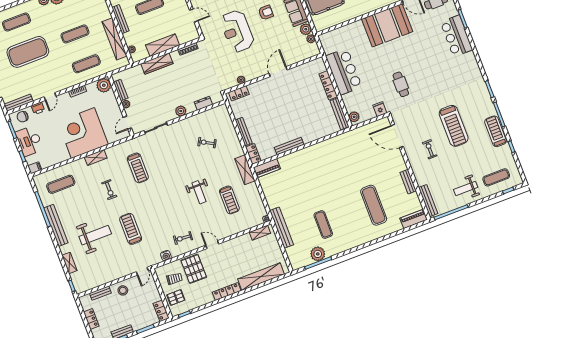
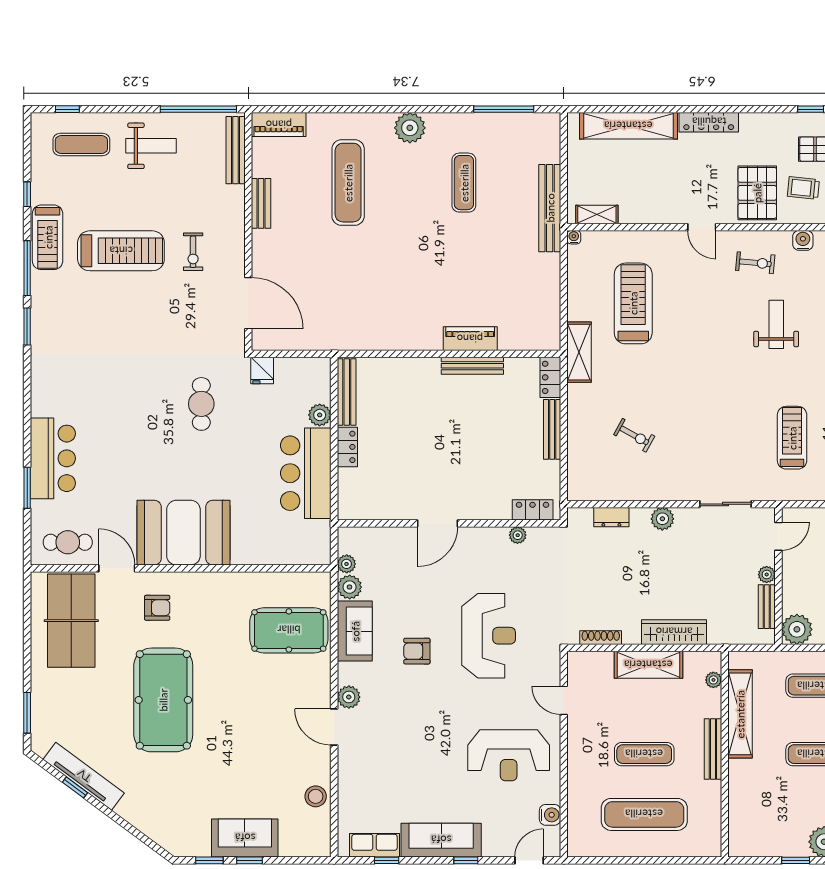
locker: (328, 85) -> (347, 447), width x0.66
plant: (354, 117) -> (320, 415), moved
treadmill: (454, 126) -> (121, 251), moved, turned 90
piano: (267, 168) -> (470, 339), moved
weight bench: (199, 192) -> (776, 324), moved
treadmill: (229, 200) -> (633, 303), width x1.37, depth x1.38
plant: (318, 254) -> (410, 128), moved

